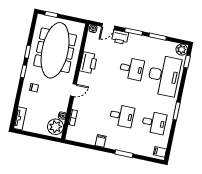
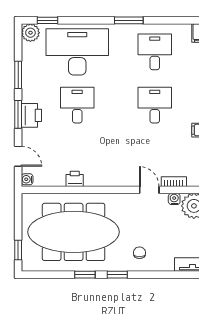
printer: (120, 37) -> (31, 115), moved
printer: (88, 63) -> (75, 179), width x0.53, depth x0.68
door: (73, 90) -> (149, 190), moved

